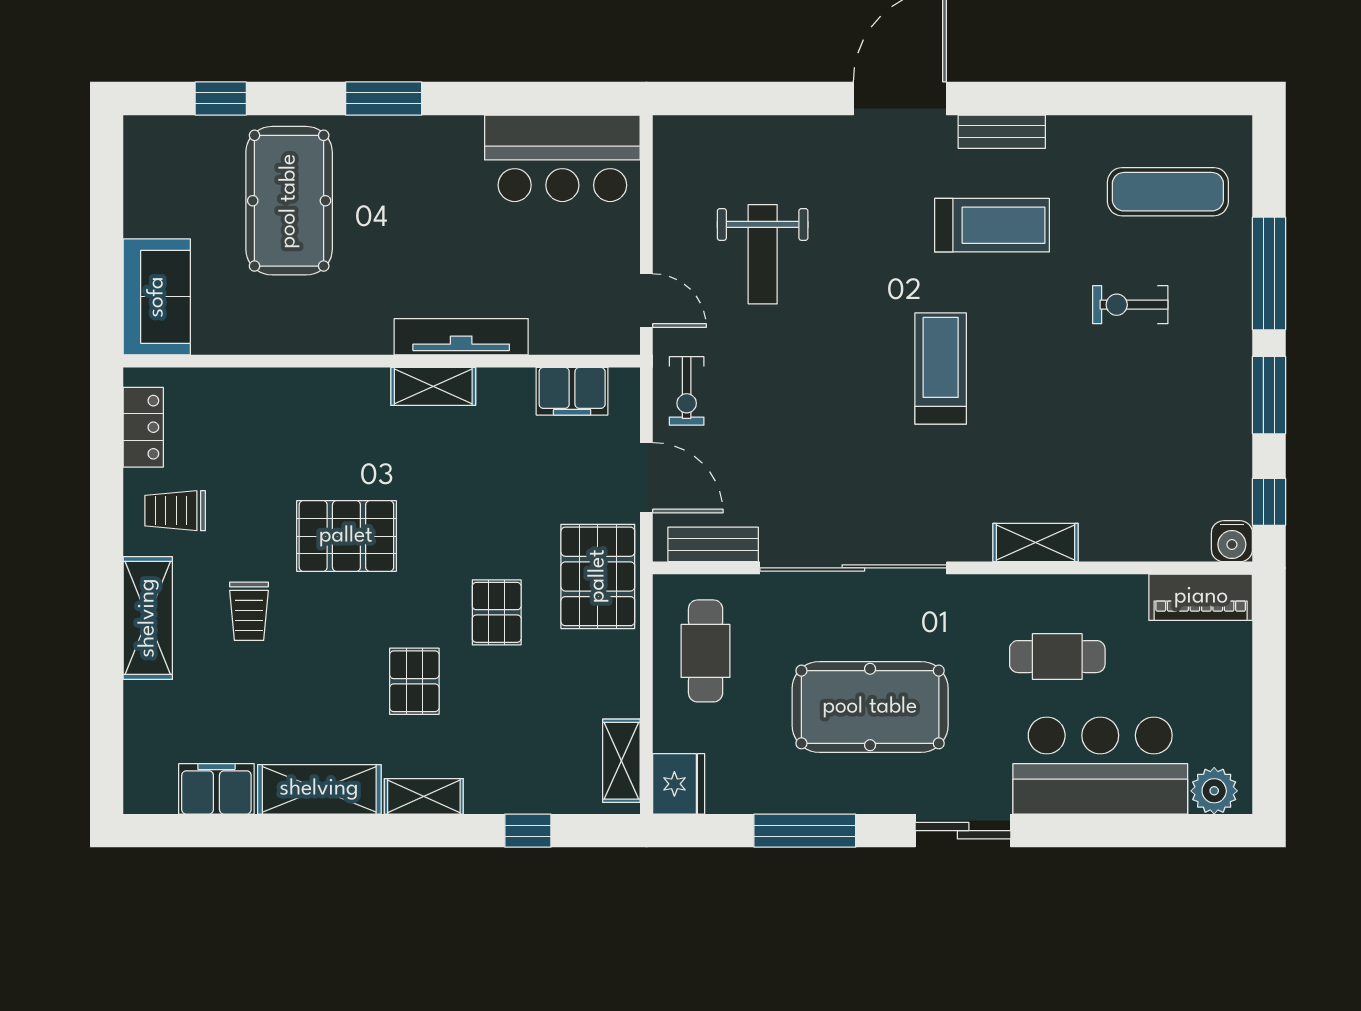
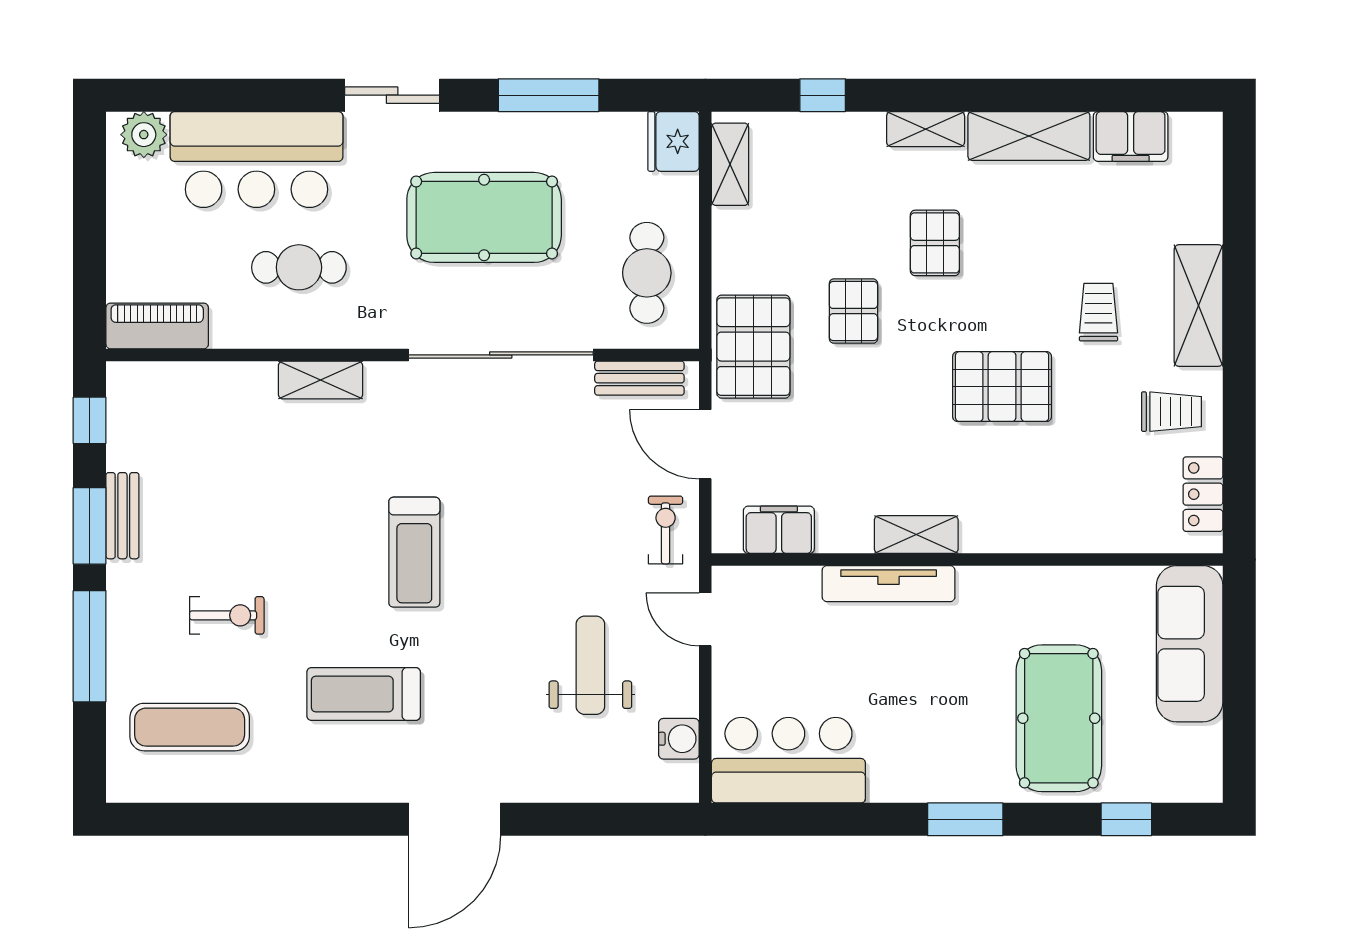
bench: (1002, 132) -> (122, 516), moved, turned 90
sofa: (157, 297) -> (1190, 644), width x1.36
water cooler: (1232, 541) -> (679, 739), moved, turned 90

